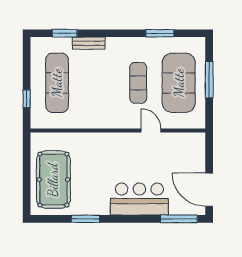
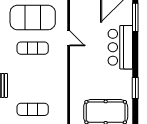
exercise mat: (57, 83) -> (33, 109), width x0.73, depth x0.69
door: (151, 130) -> (69, 38), swing flipped

